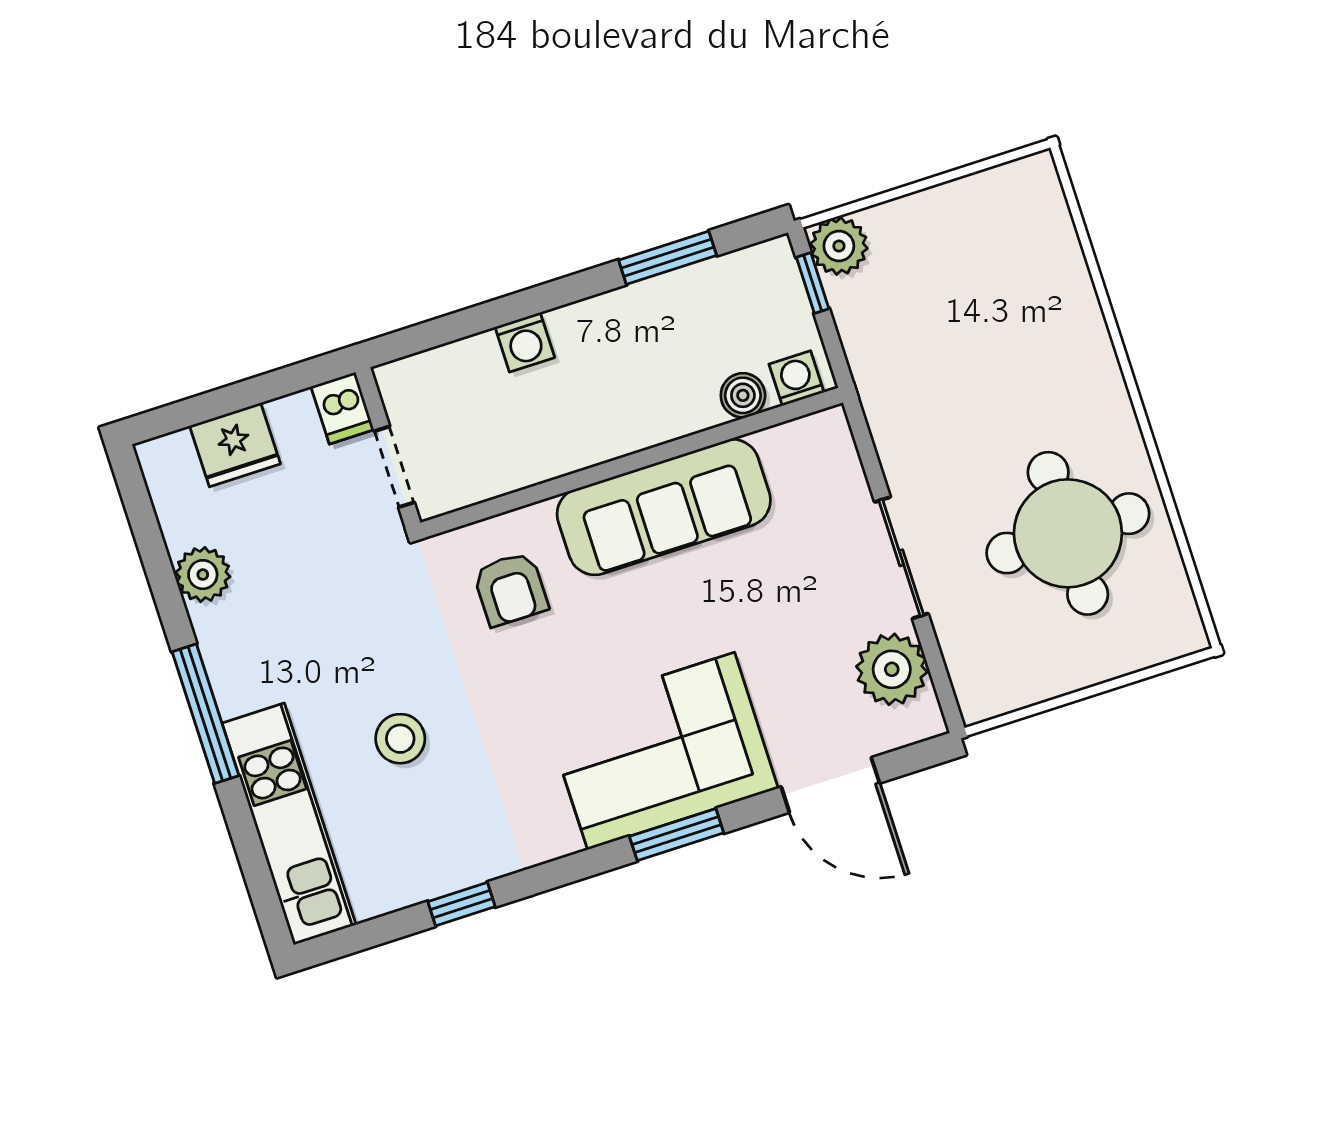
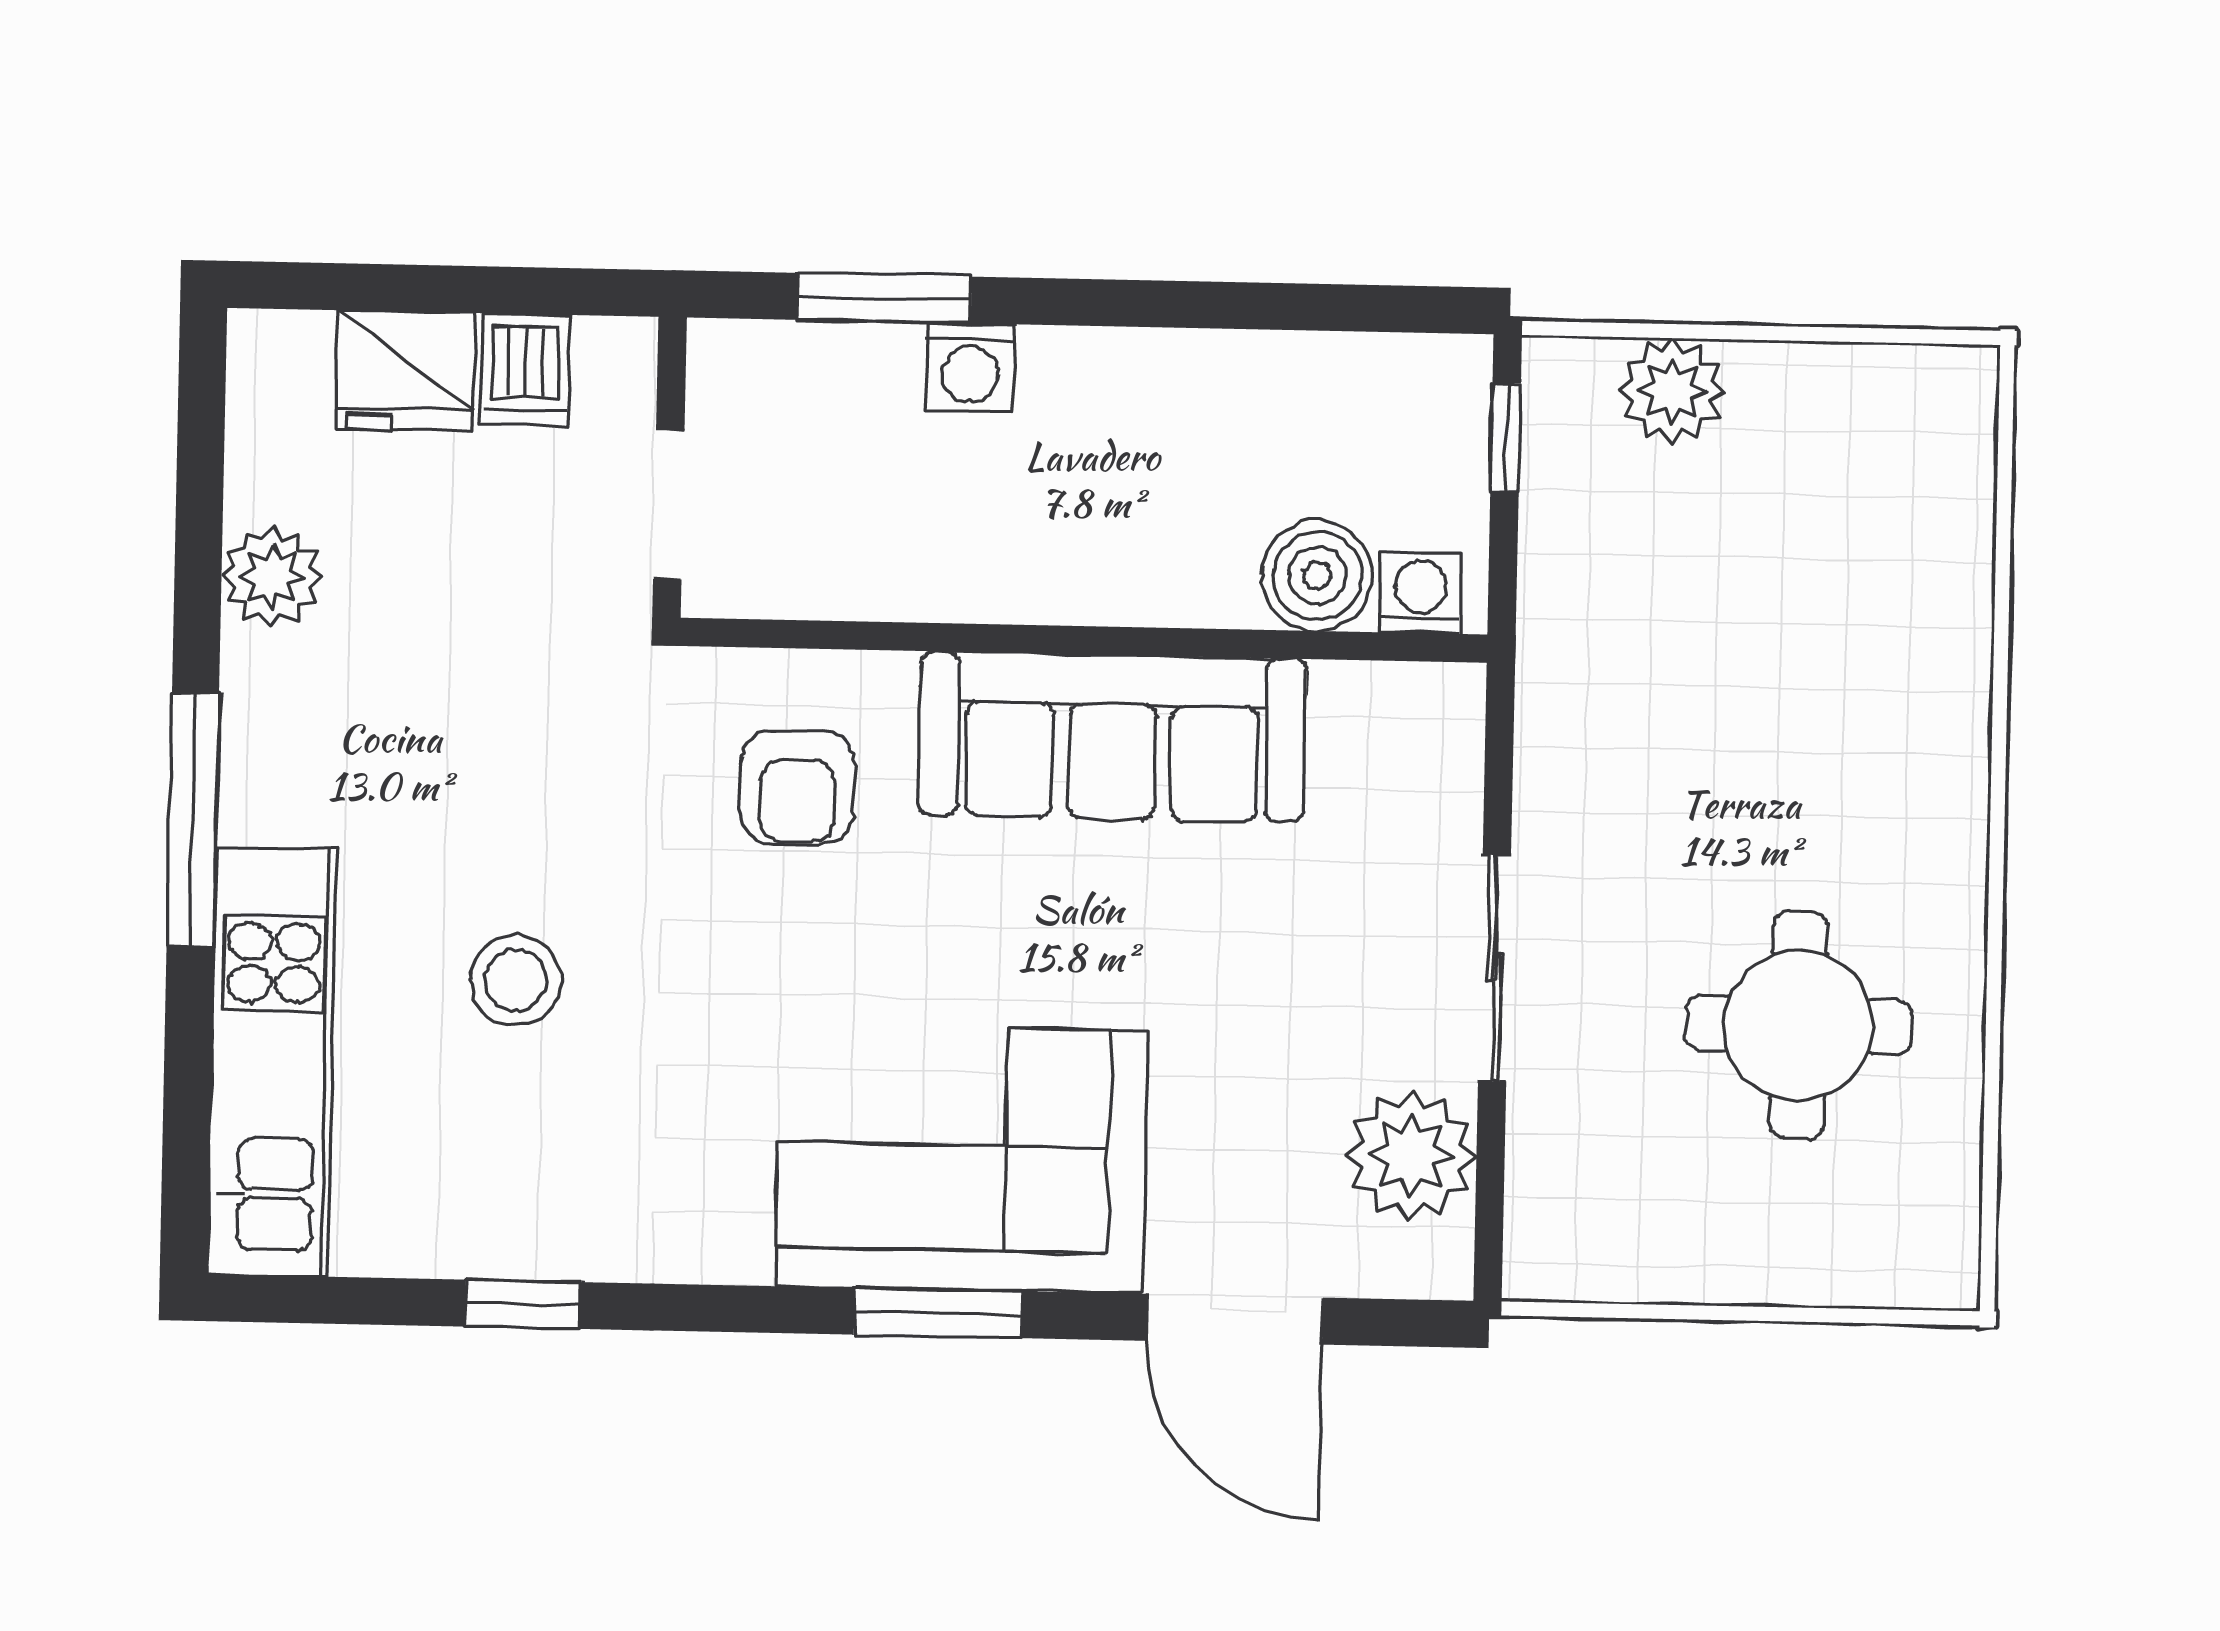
plant: (839, 246) -> (1672, 391), moved
window: (668, 258) -> (884, 298), moved
boiler: (743, 395) -> (1317, 576), width x1.36, depth x1.36
dishwasher: (342, 408) -> (525, 370), moved
round table: (1068, 533) -> (1798, 1025), width x0.73, depth x0.73

